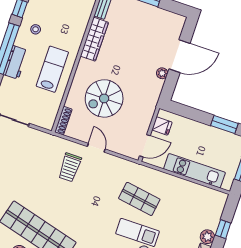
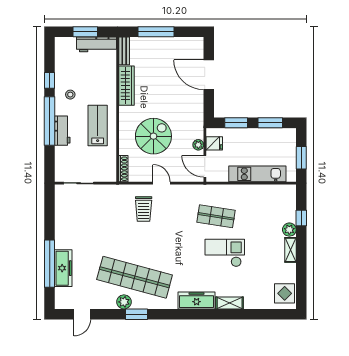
door: (179, 56) -> (209, 75), swing flipped
plant: (162, 73) -> (198, 145), moved
spiral stairs: (104, 98) -> (153, 136), turned 180
window: (190, 113) -> (236, 123), added
door: (145, 146) -> (205, 166), swing flipped

